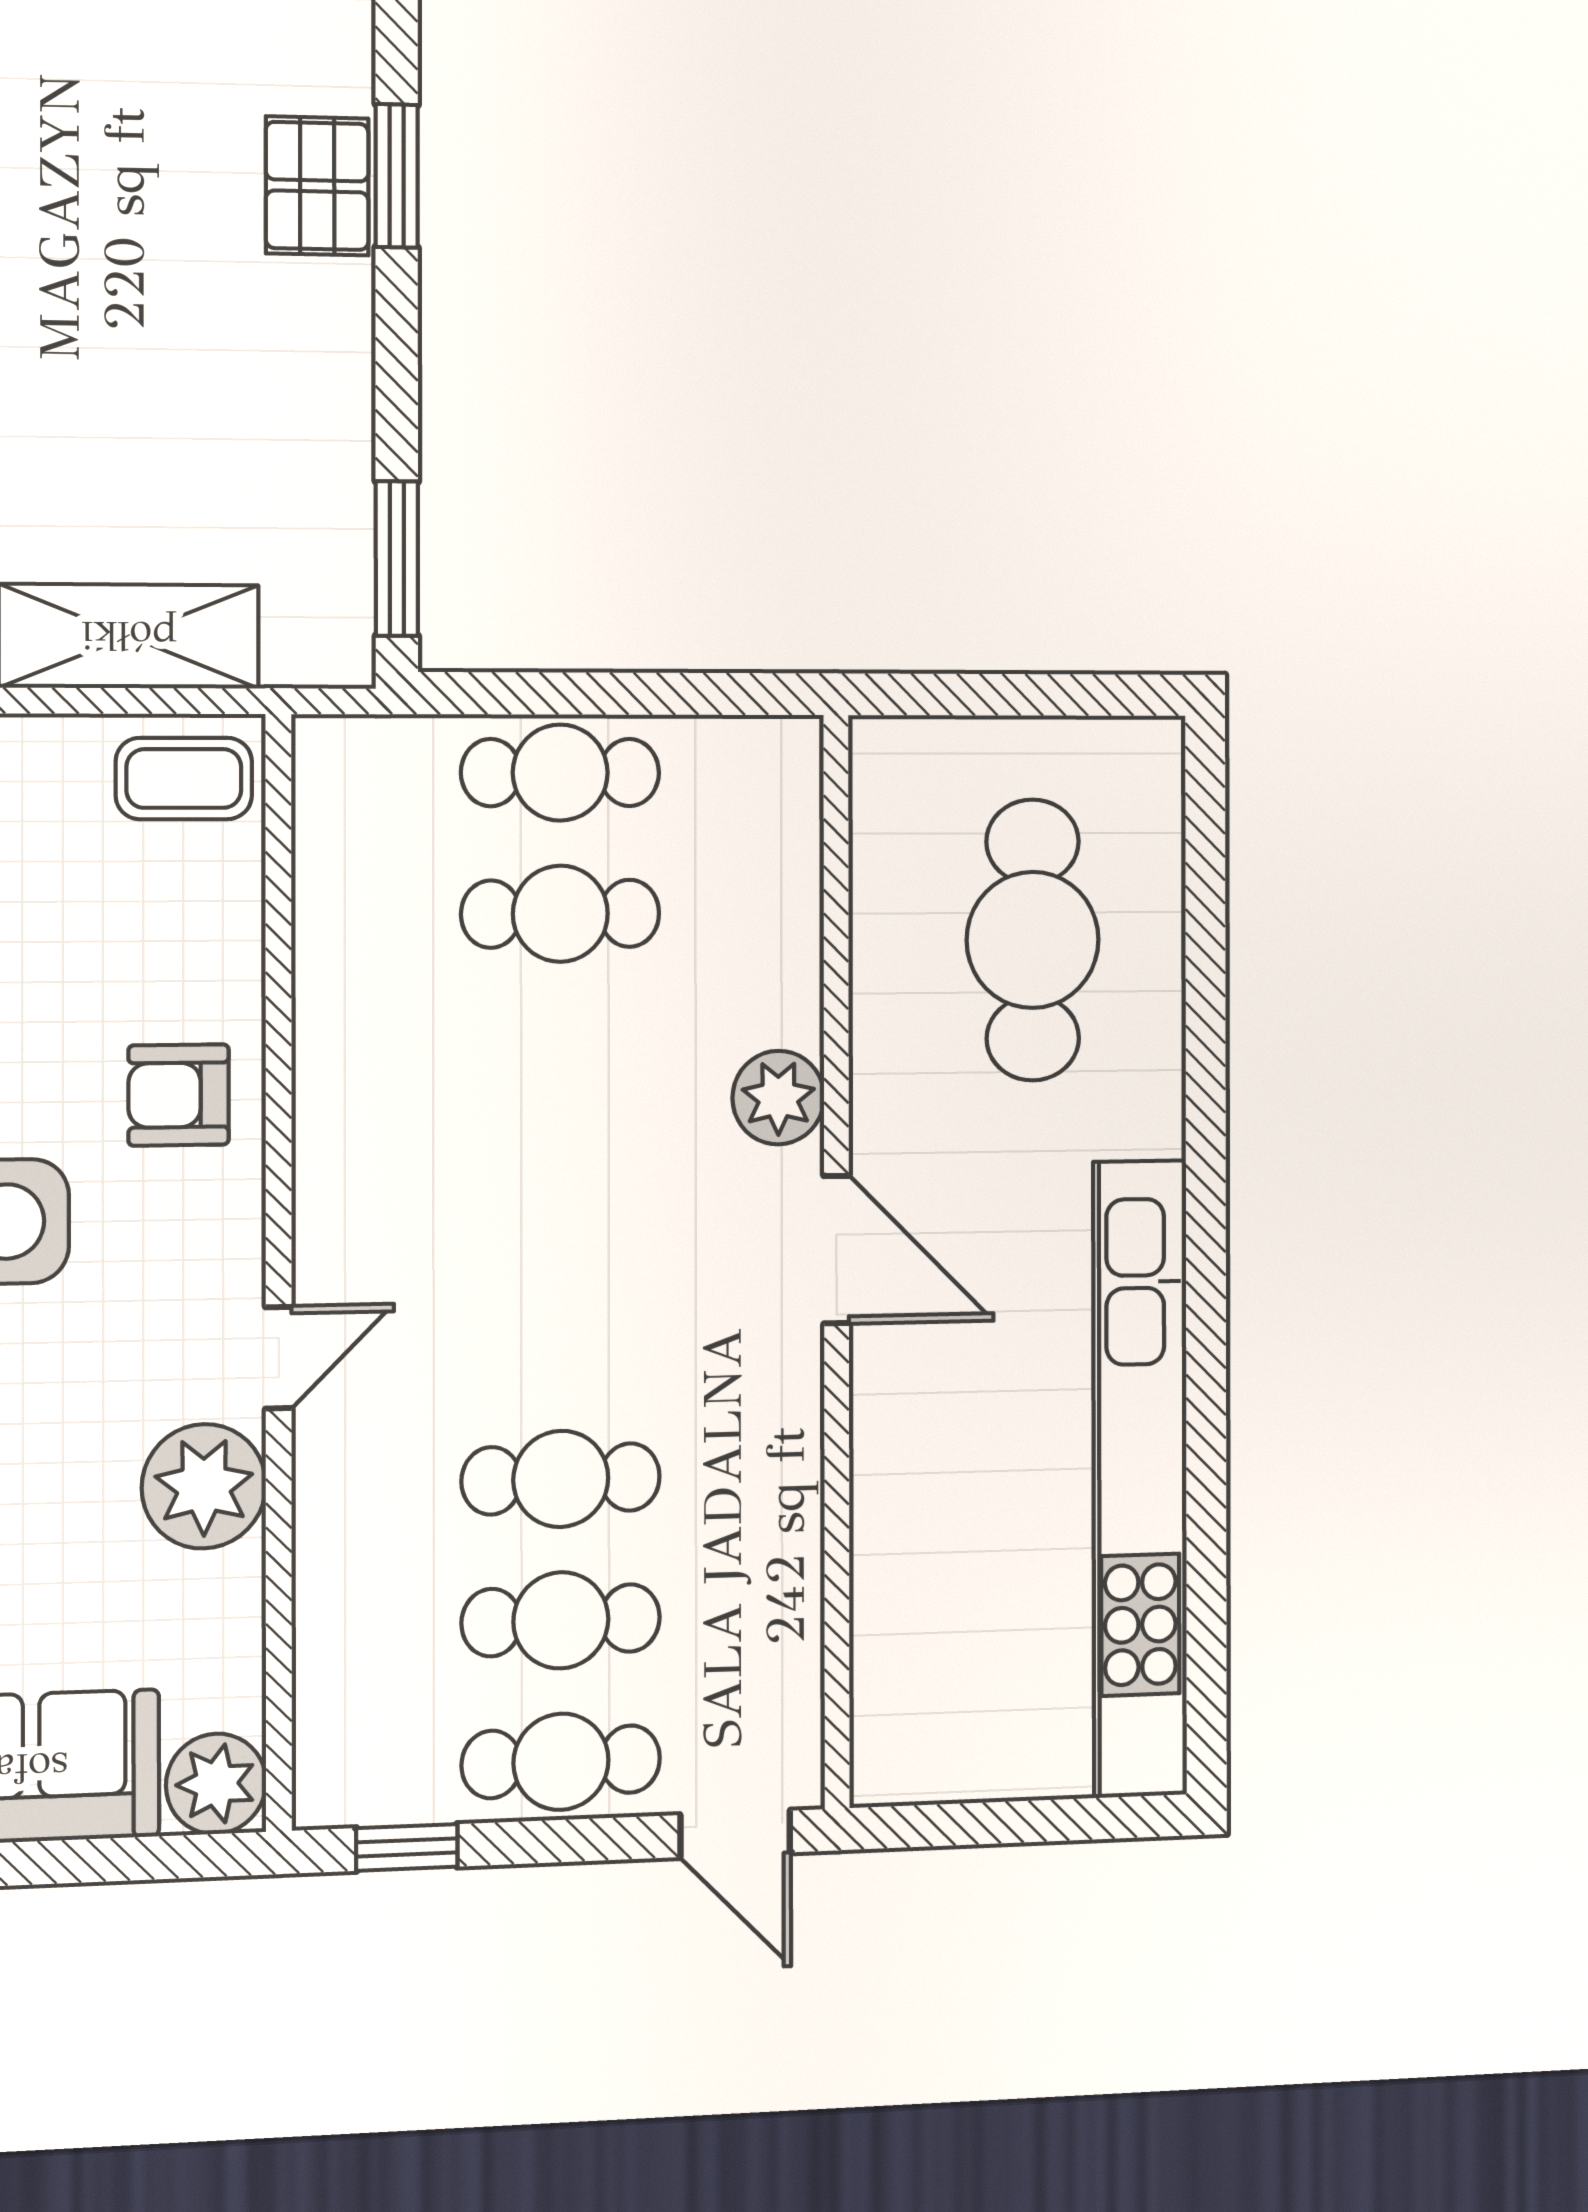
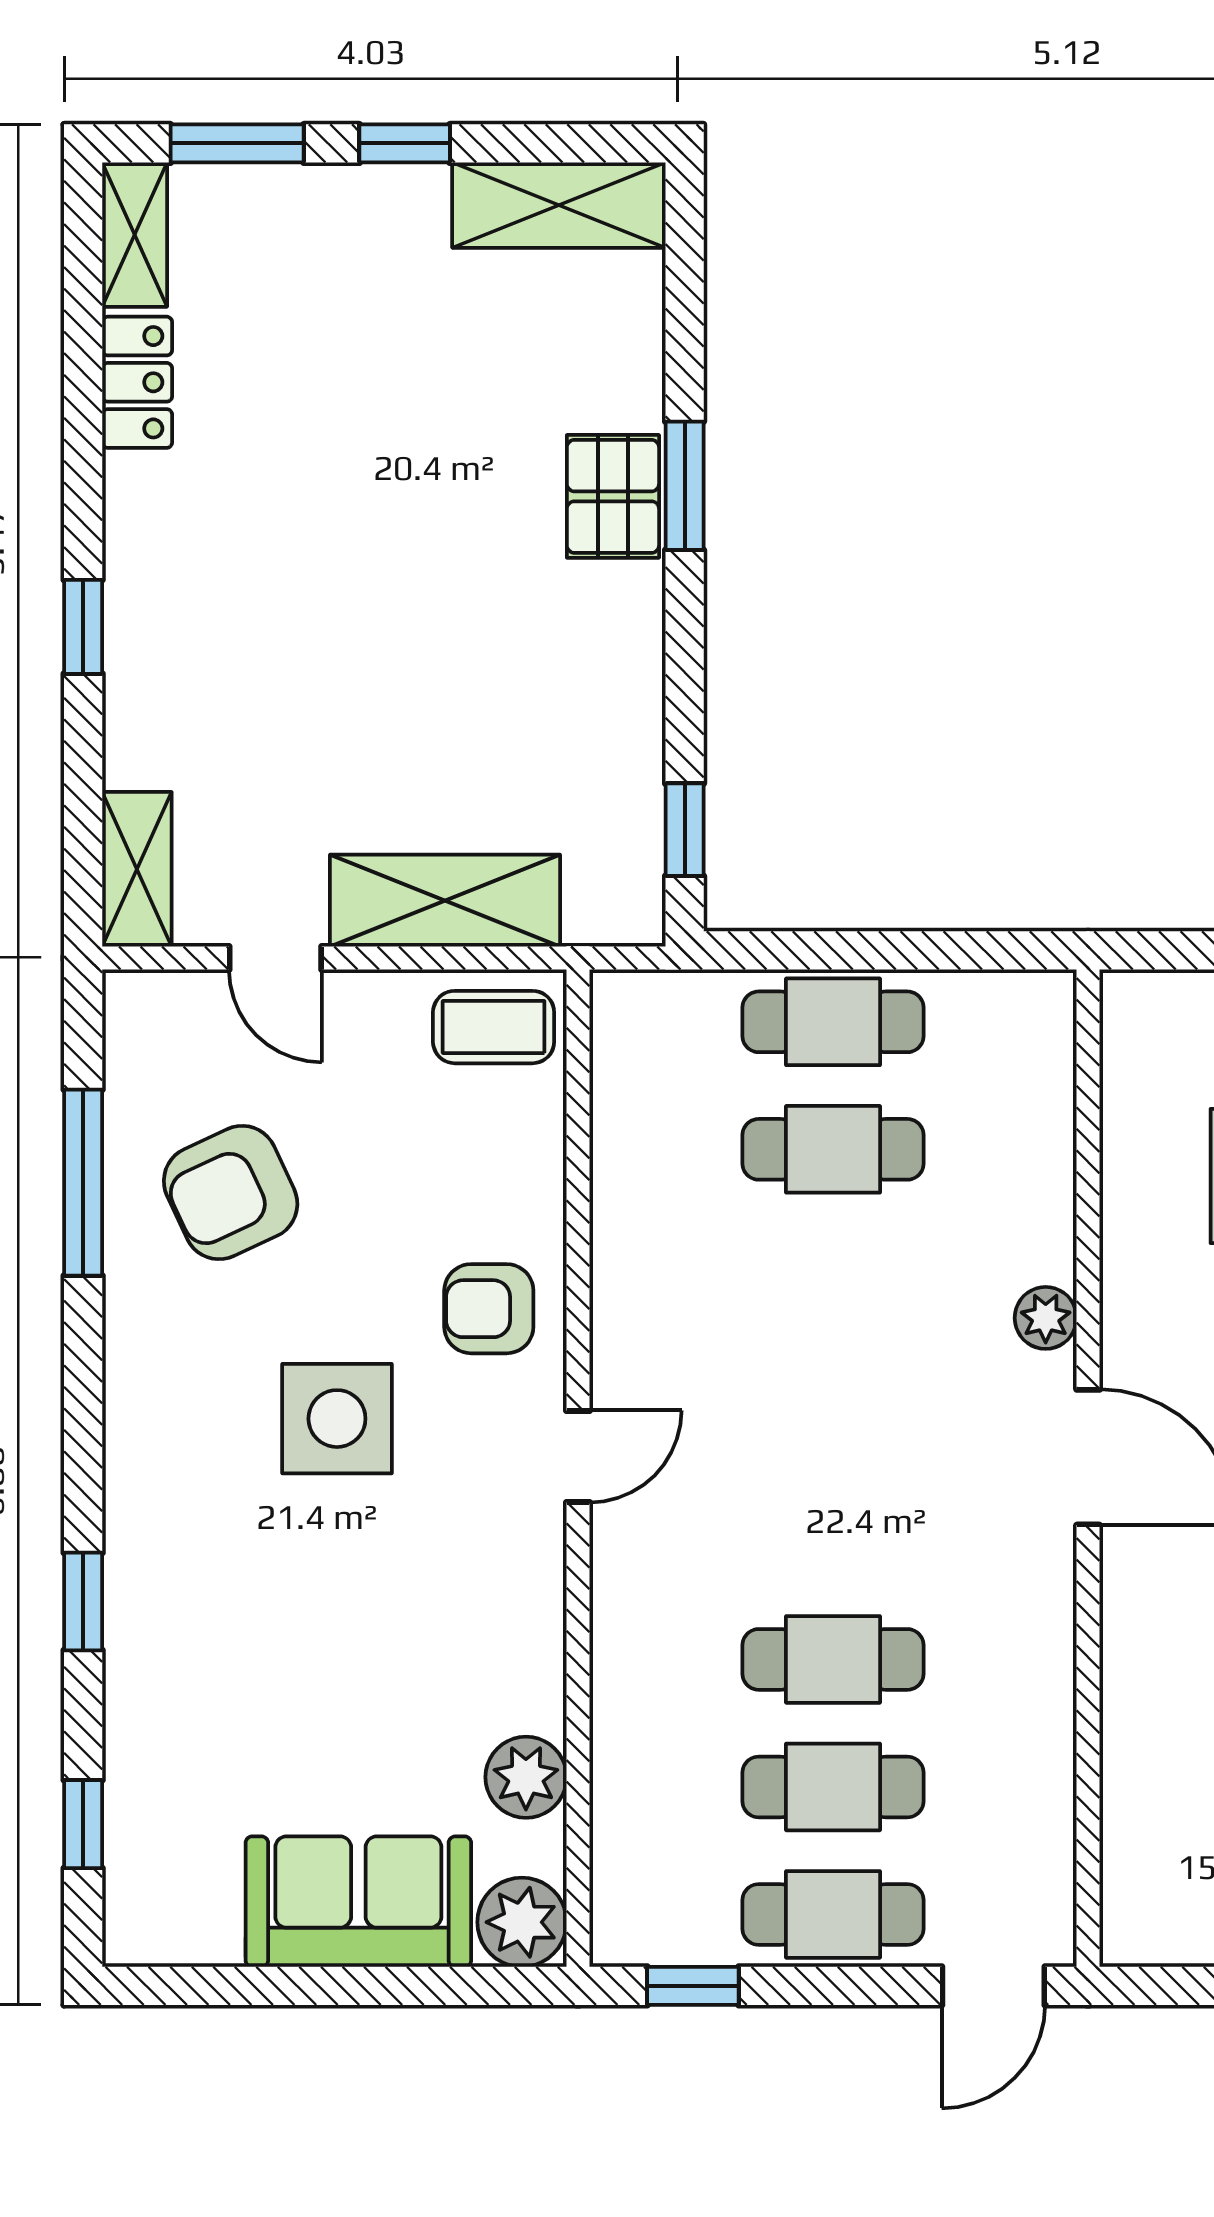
window: (397, 559) -> (685, 830), width x0.67
plant: (778, 1098) -> (1046, 1318), width x0.73, depth x0.73
door: (279, 1358) -> (578, 1456), moved
plant: (204, 1486) -> (526, 1777), moved, width x0.73, depth x0.73
door: (735, 1834) -> (993, 1986), hinge flipped

